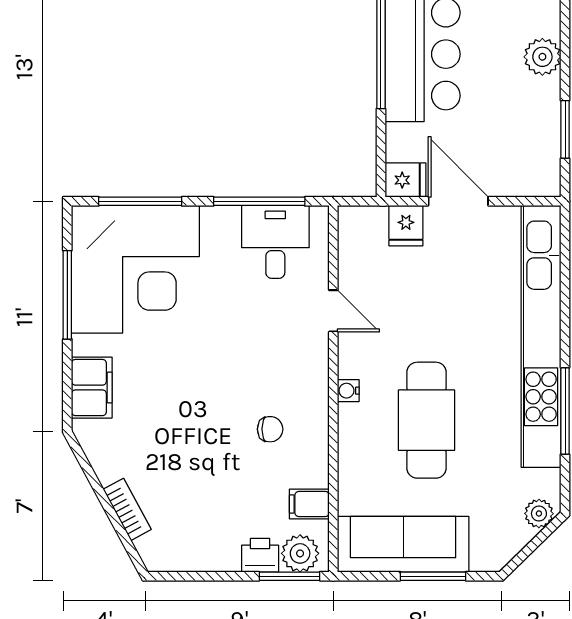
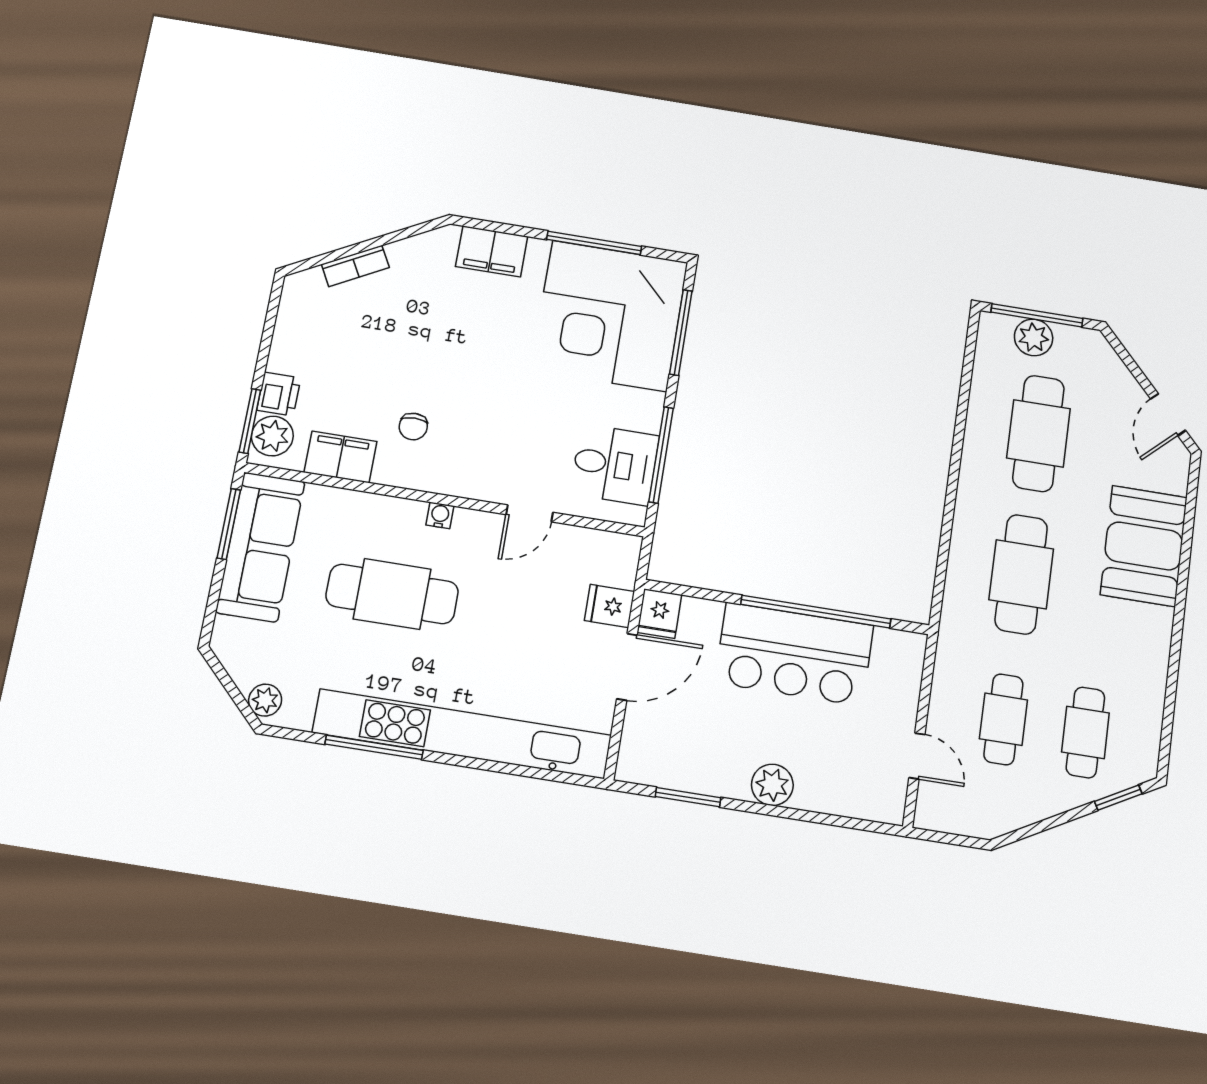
filing cabinet: (309, 504) -> (340, 457), width x2.00
window: (433, 576) -> (229, 524), moved

